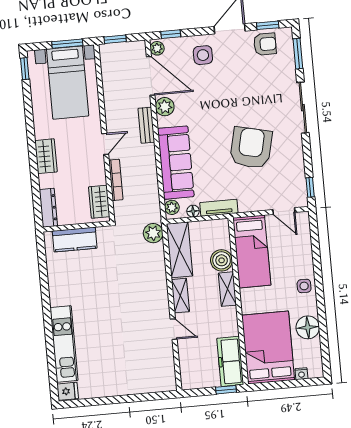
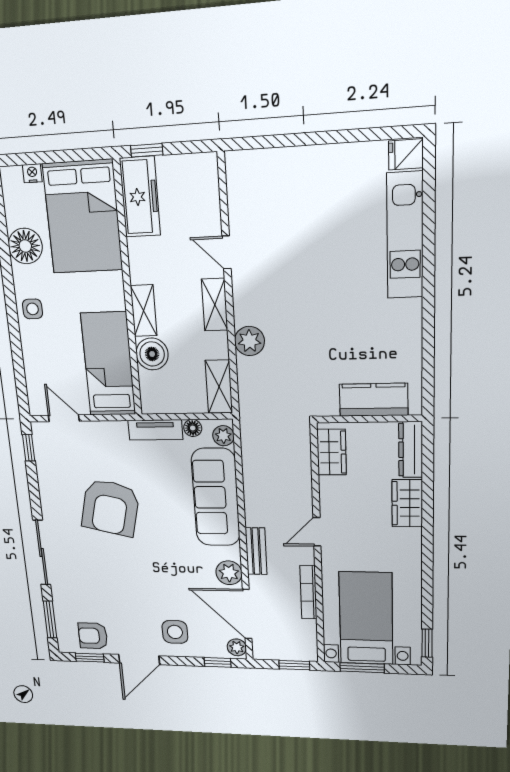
wardrobe: (46, 156) -> (407, 503), moved
bookcase: (116, 180) -> (308, 592), moved
plant: (153, 233) -> (249, 341), moved
shelving: (179, 250) -> (219, 387), width x0.67, depth x0.75

